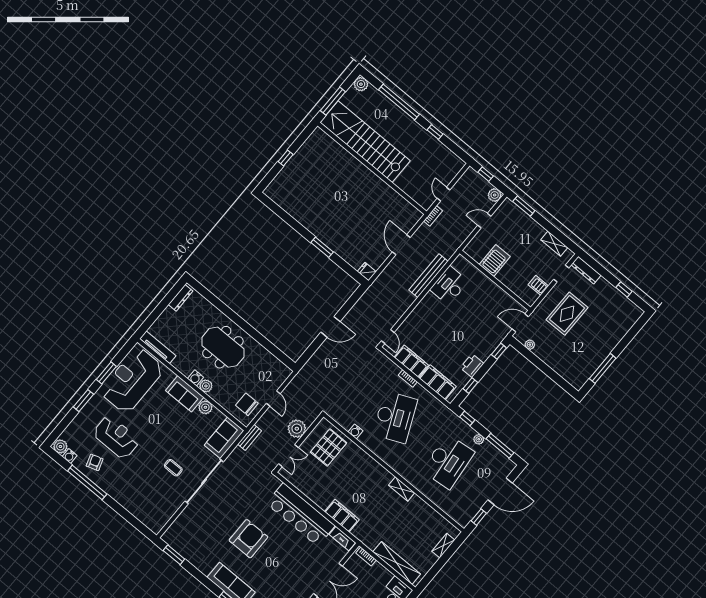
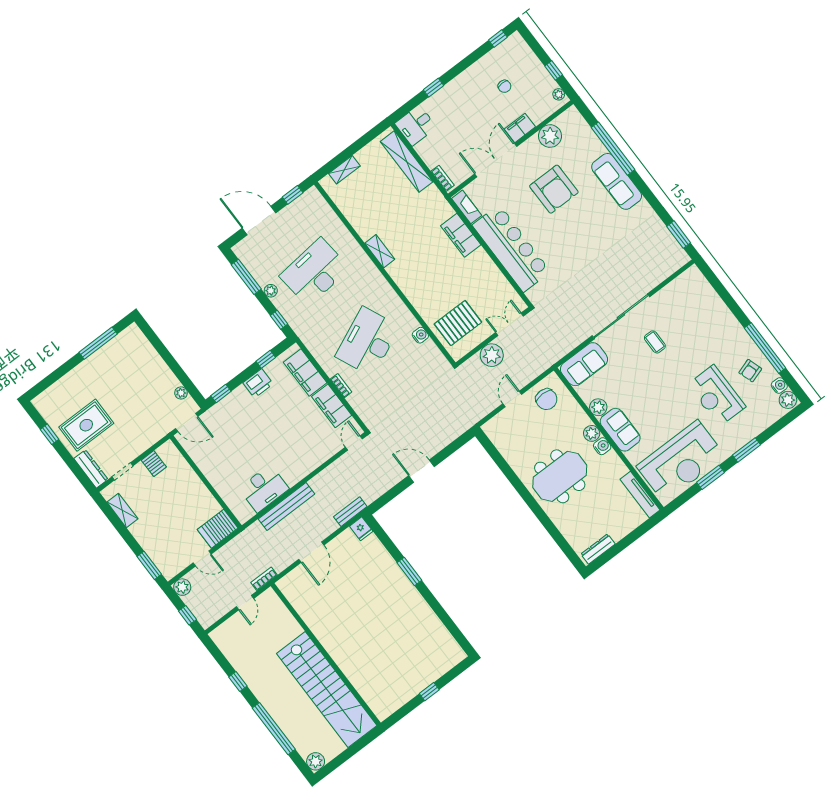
window: (333, 101) -> (355, 748), removed
server rack: (495, 261) -> (218, 529), moved
rug: (567, 314) -> (86, 425), moved
meeting table: (223, 347) -> (560, 476), turned 90
bench: (250, 437) -> (350, 512), moved
armchair: (248, 539) -> (554, 189), moved, turned -90

